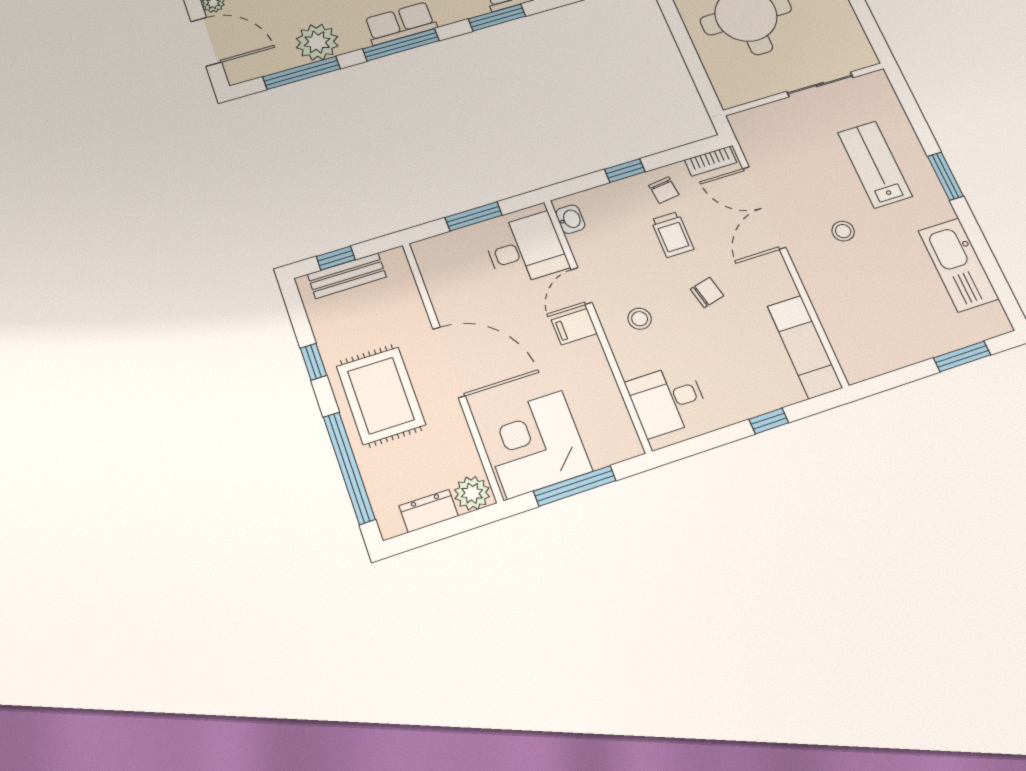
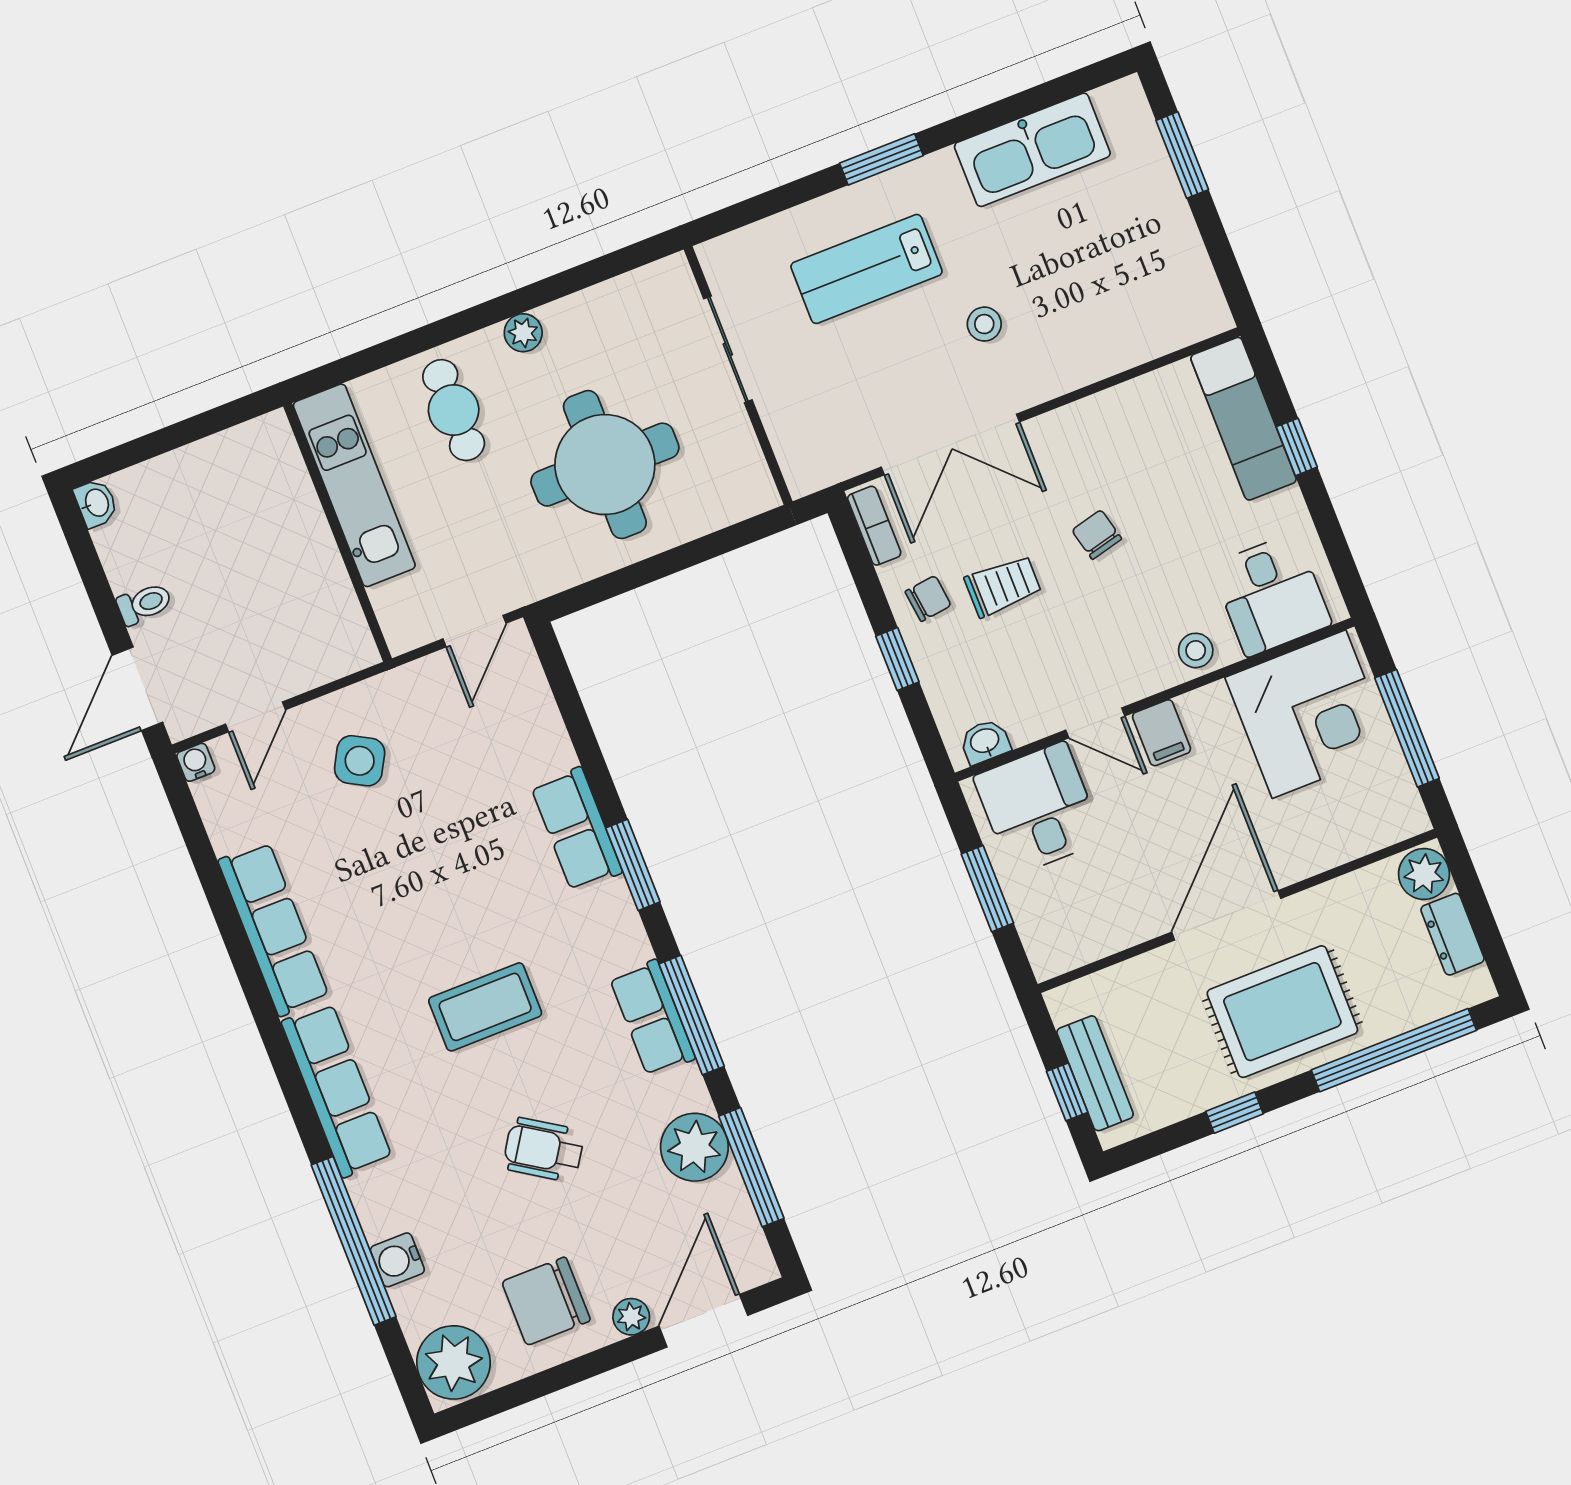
stool: (640, 319) -> (1196, 650), moved
exam couch: (805, 347) -> (1244, 419), moved, turned 90
corner desk: (535, 444) -> (1309, 714), moved, turned -90

